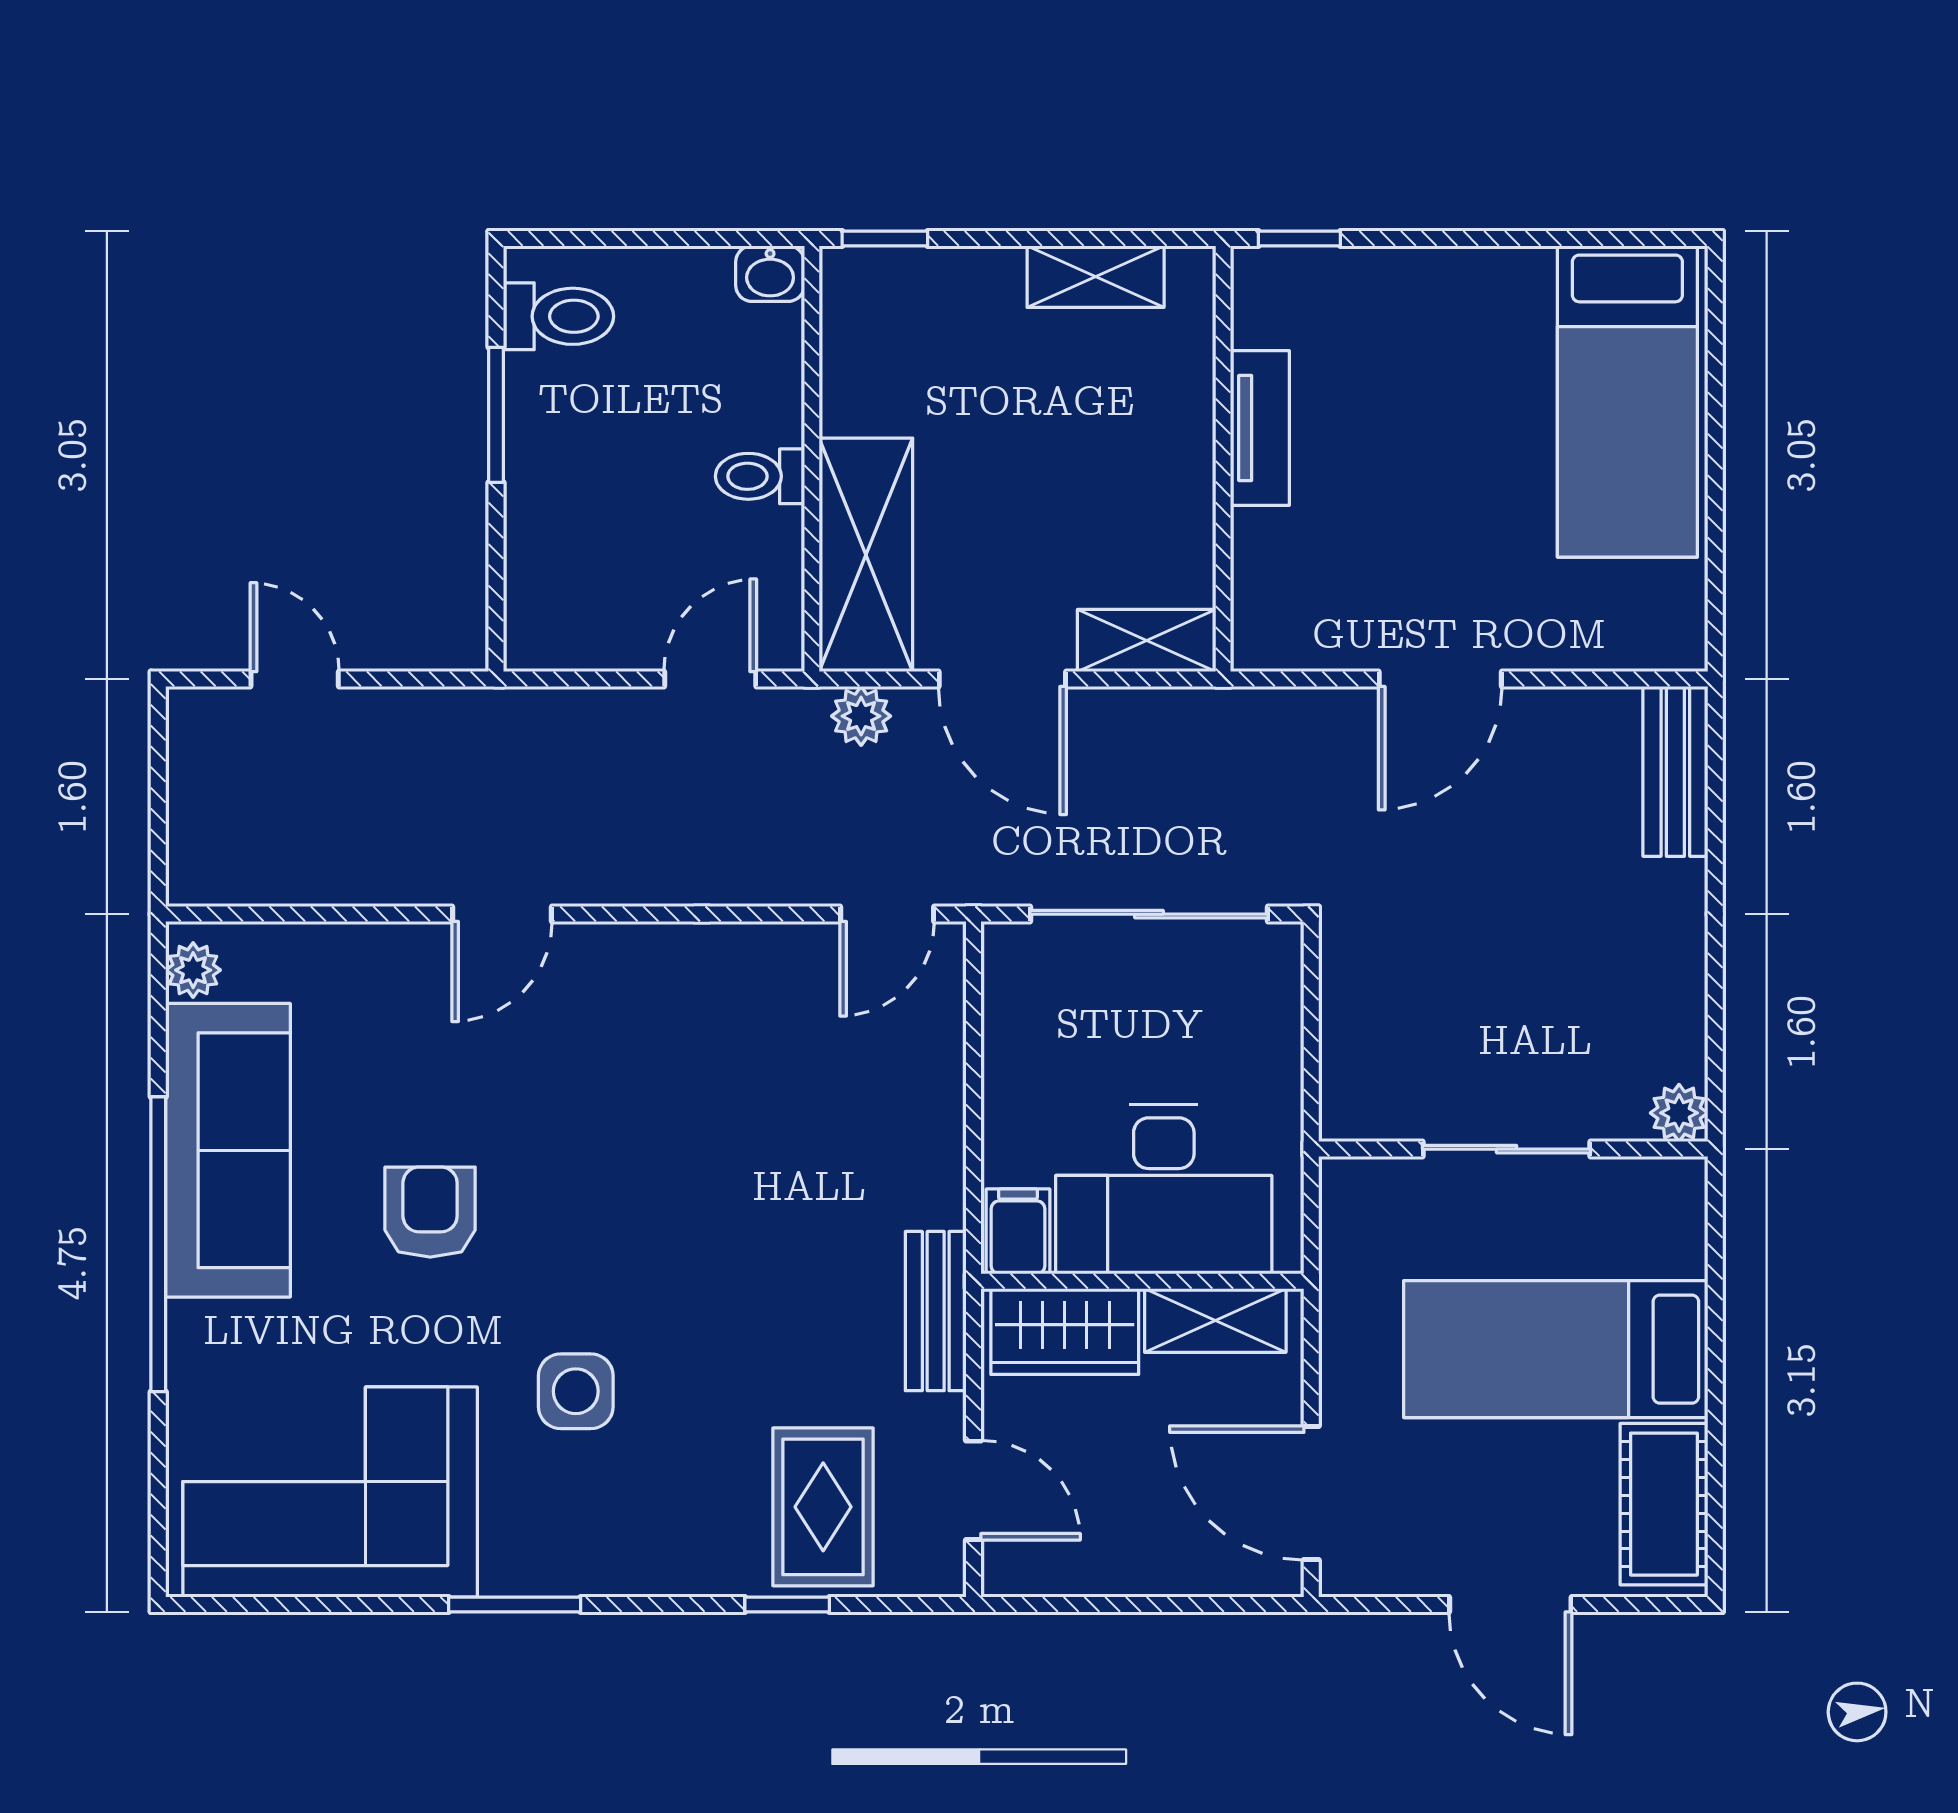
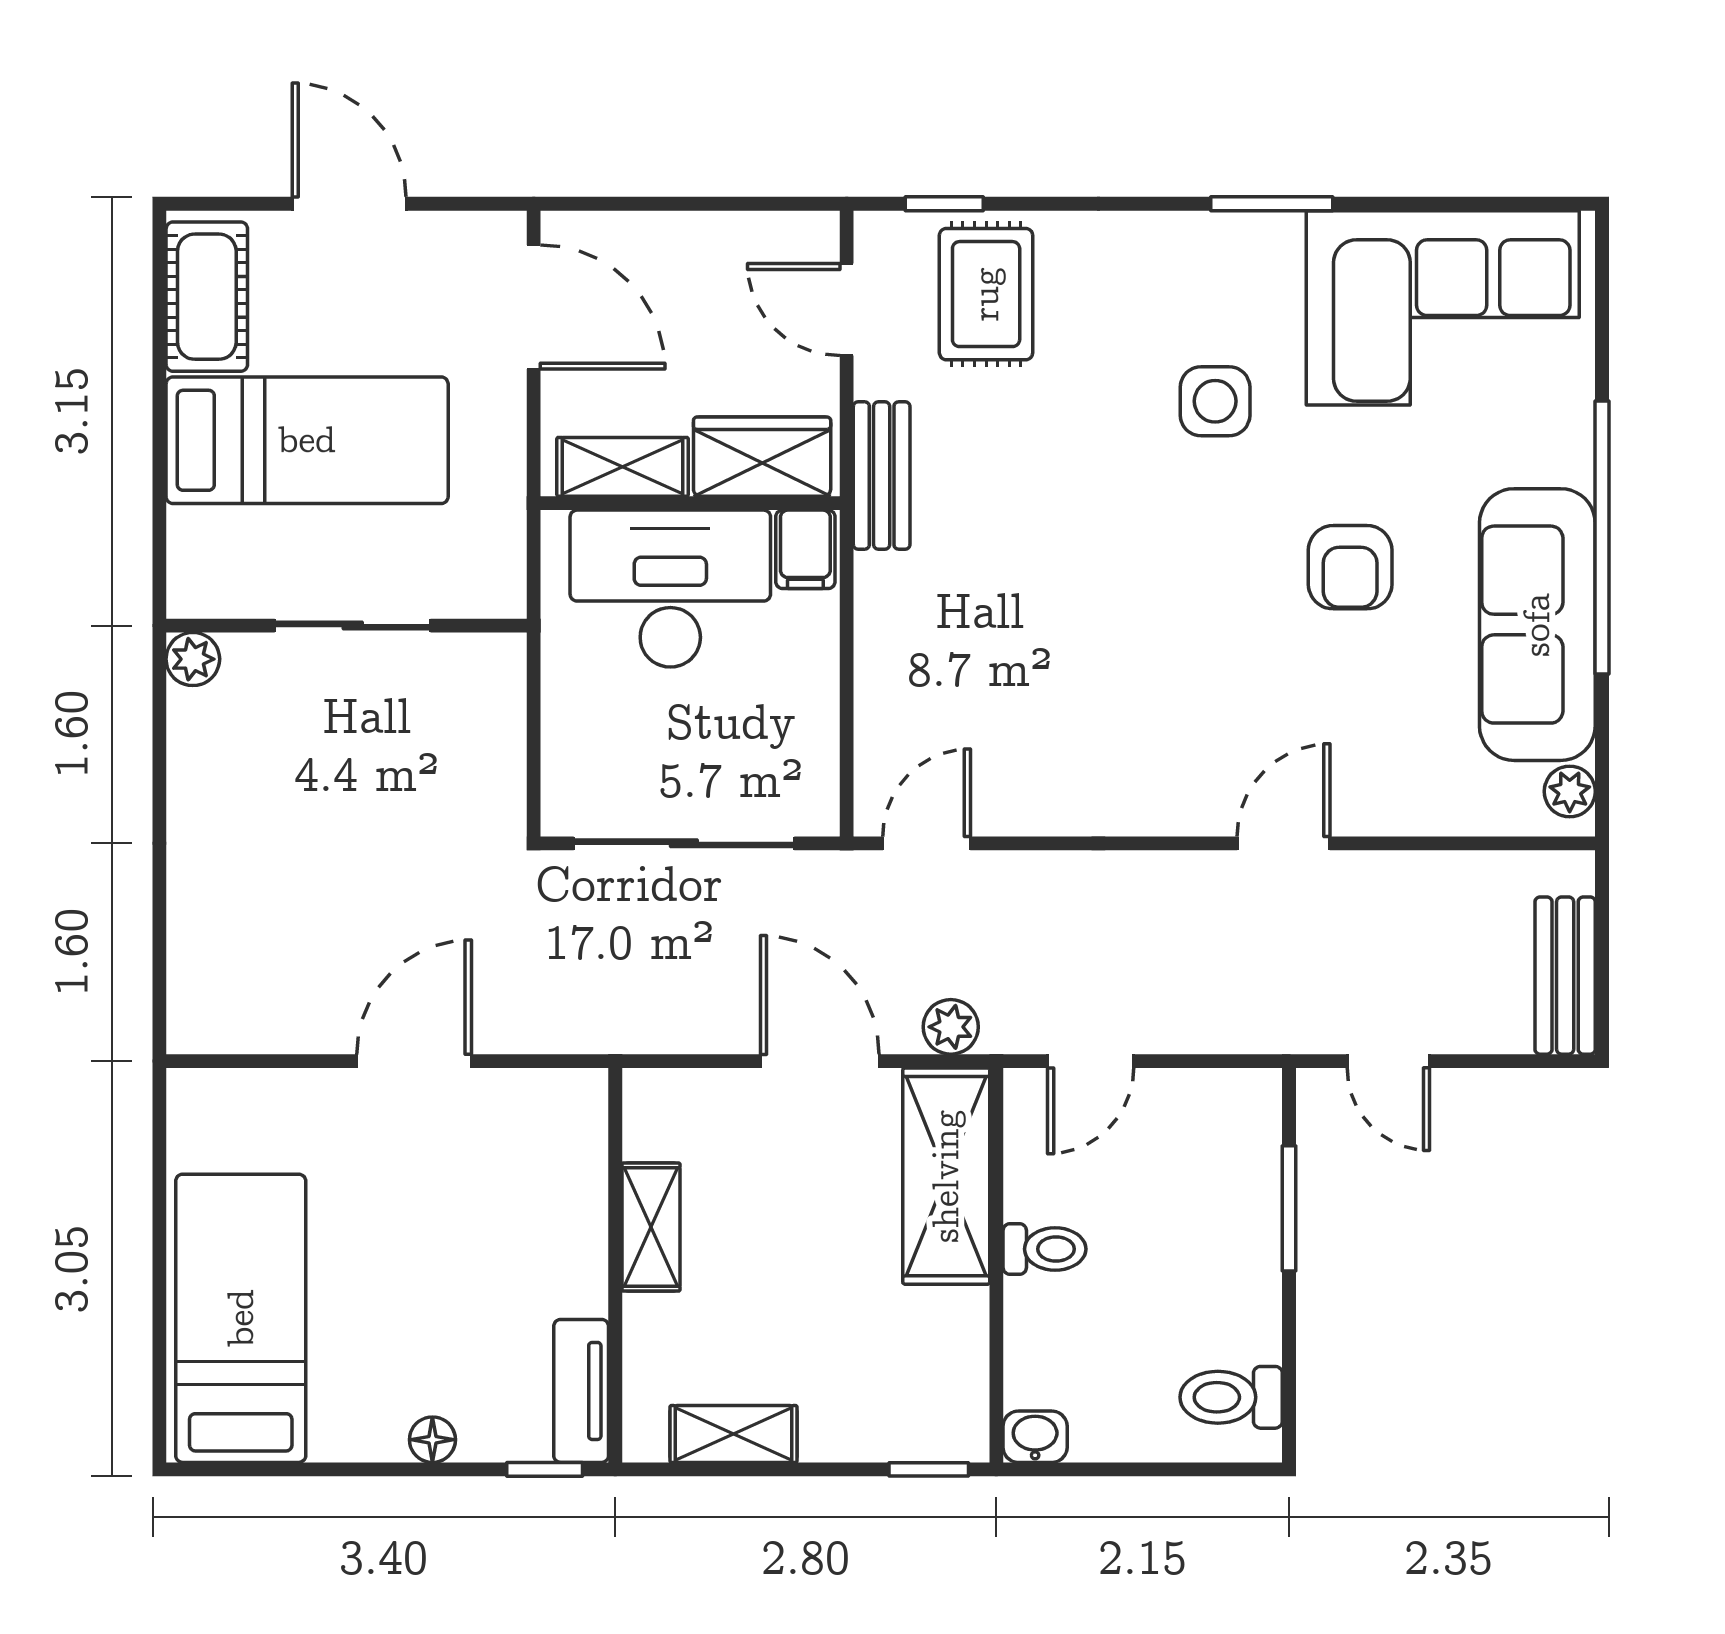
floor lamp: (1420, 270) -> (432, 1440), added
window: (496, 415) -> (1289, 1208), moved
tv unit: (1260, 428) -> (581, 1391), moved
shelving: (1147, 641) -> (651, 1227), moved, turned 90
door: (295, 679) -> (1388, 1061), moved
bench: (1675, 771) -> (1565, 976), moved
window: (787, 1604) -> (944, 204), moved

